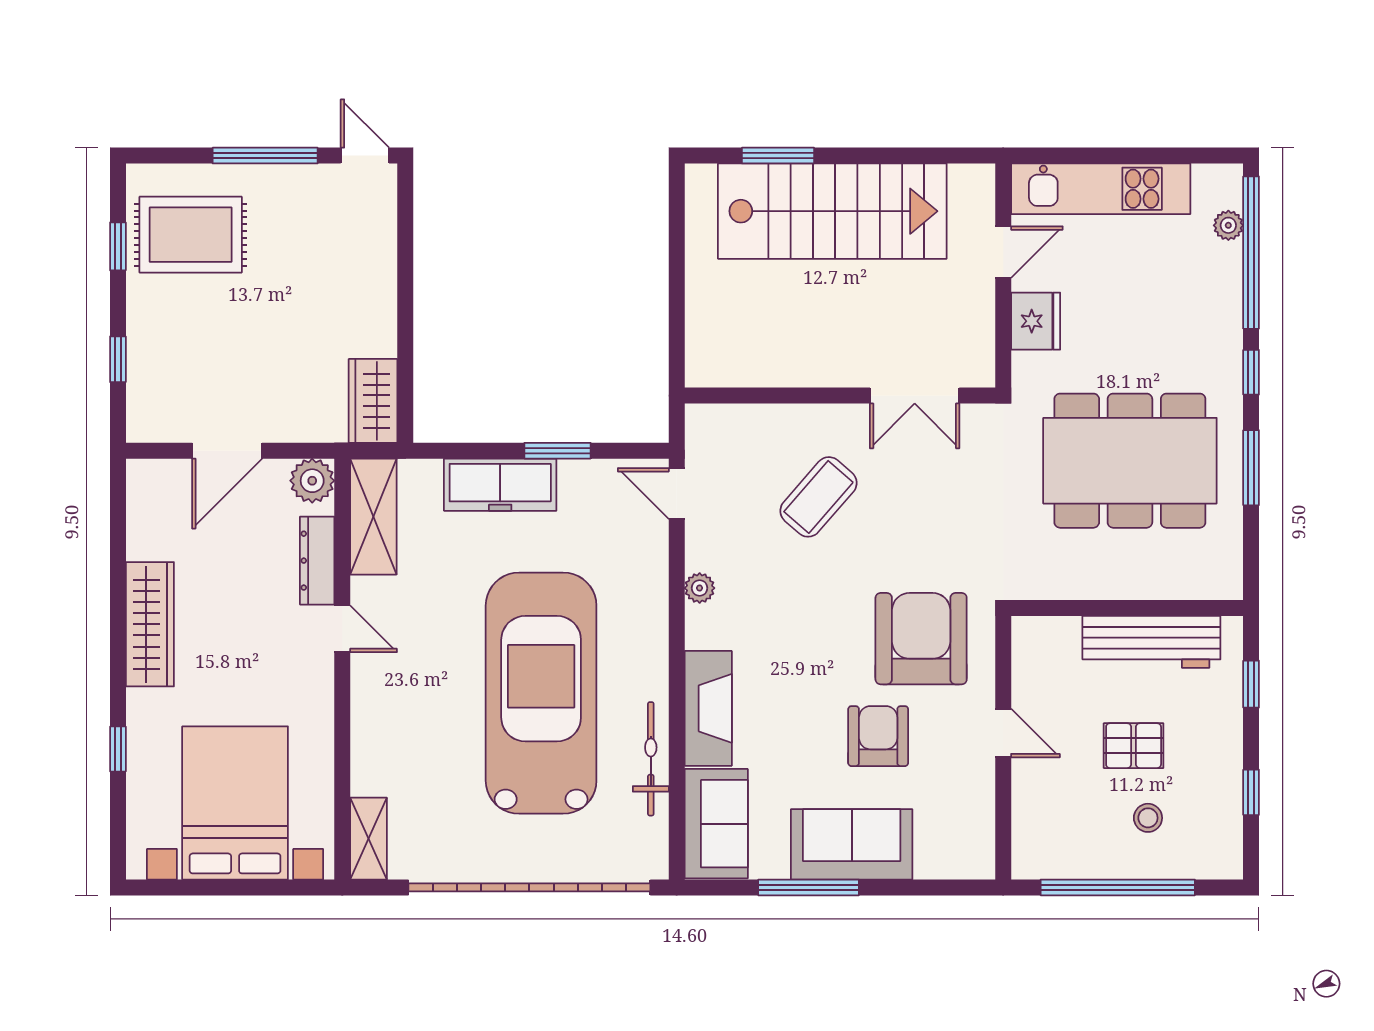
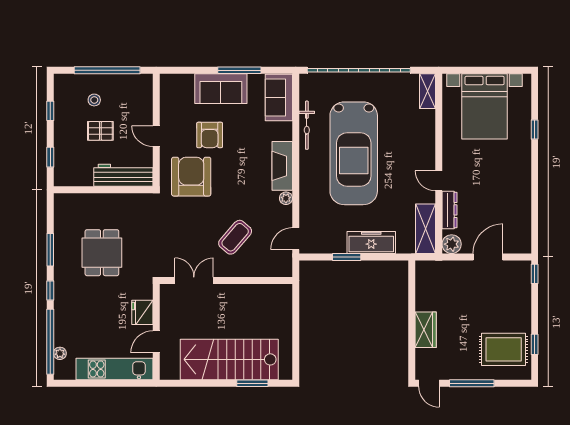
window: (118, 359) -> (535, 274), moved
wardrobe: (373, 401) -> (426, 330), moved
dining table: (1130, 461) -> (102, 253), width x0.53, depth x0.80
door: (677, 494) -> (296, 239), swing flipped
wardrobe: (150, 624) -> (521, 183), removed
armchair: (921, 639) -> (191, 177), turned 180
workbench: (1151, 642) -> (123, 175), moved
fireplace: (708, 708) -> (282, 166), moved

